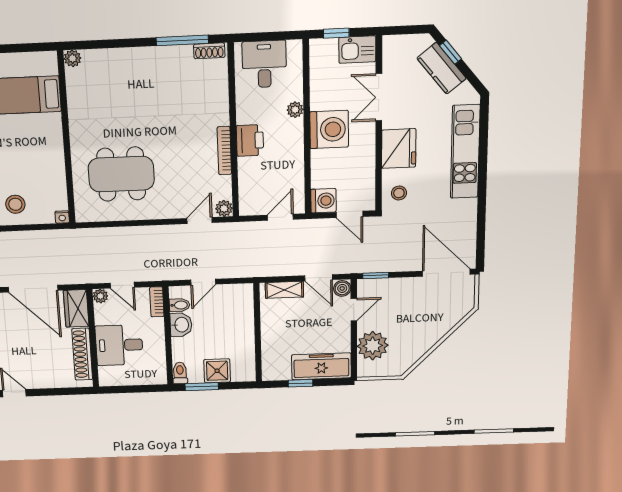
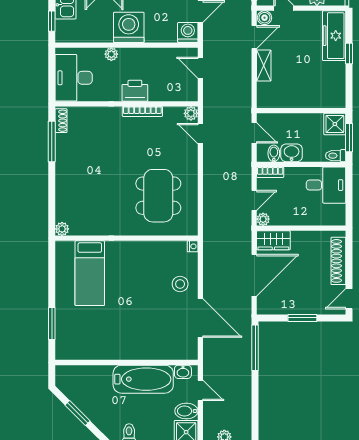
desk: (264, 64) -> (74, 78), width x1.37
wall: (258, 333) -> (301, 111), moved
desk: (119, 345) -> (326, 185), moved, turned -90
shoe rack: (82, 354) -> (338, 261), moved, turned 90

